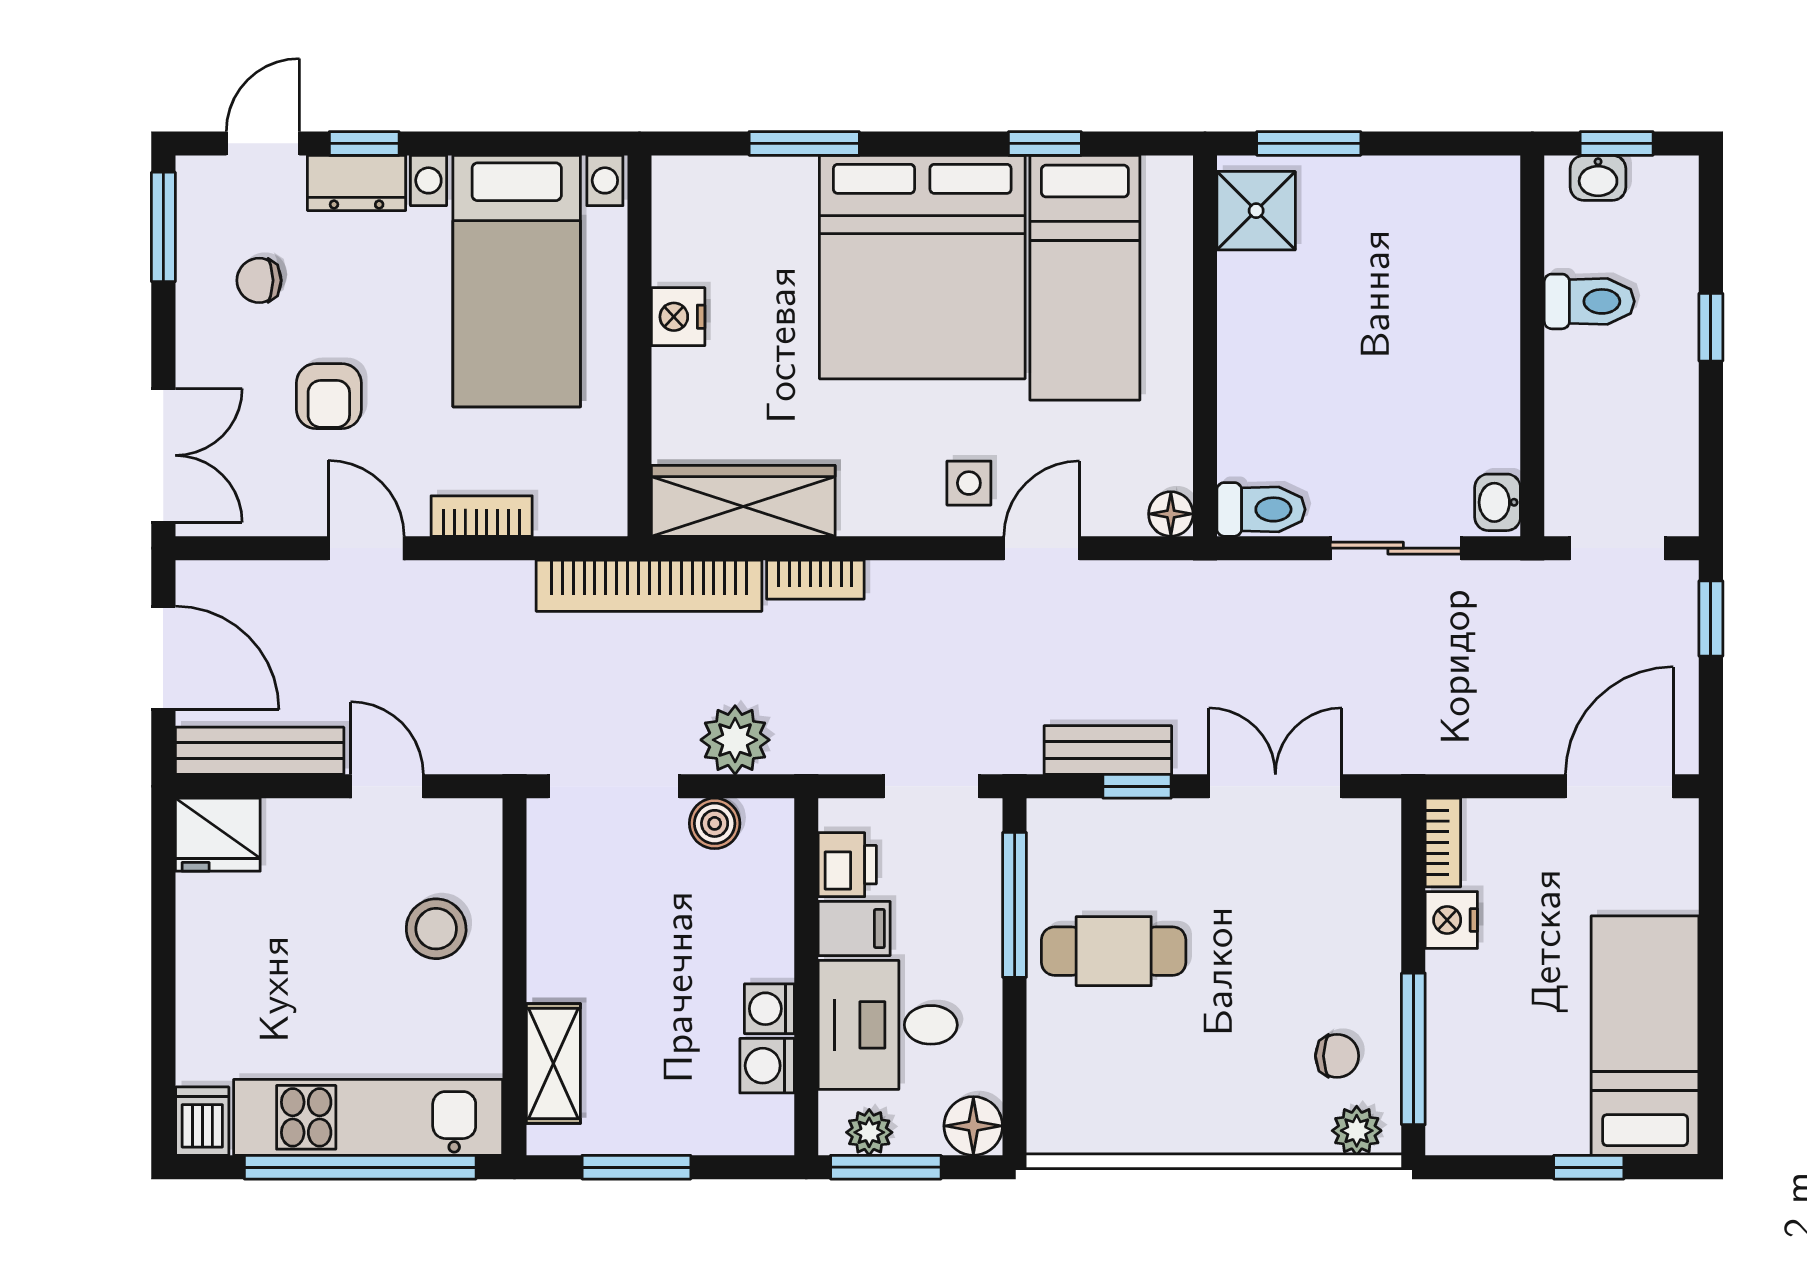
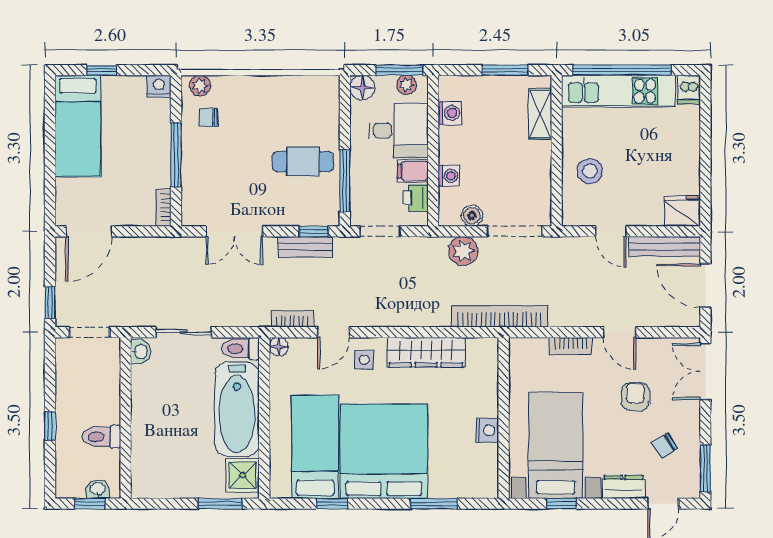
window: (364, 143) -> (562, 504), moved
chair: (259, 280) -> (665, 446), turned 148
bathtub: (1269, 366) -> (237, 409), added
wardrobe: (743, 501) -> (426, 352), moved
bookcase: (815, 580) -> (292, 319), moved
window: (1137, 786) -> (314, 231), moved
nightstand: (1451, 920) -> (159, 86), moved, turned -90
washing machine: (769, 1009) -> (449, 176), moved
window: (1413, 1049) -> (176, 155), moved

